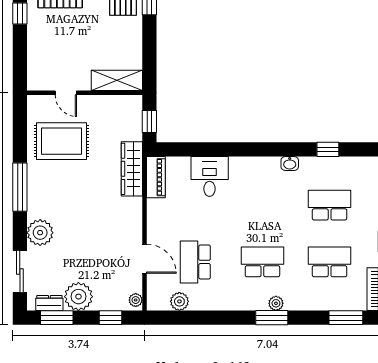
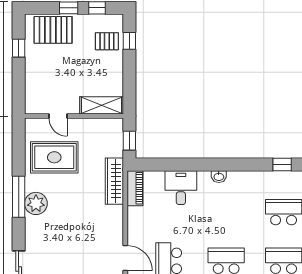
washbasin: (290, 163) -> (219, 177), moved
plant: (40, 233) -> (36, 203), moved

